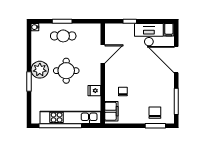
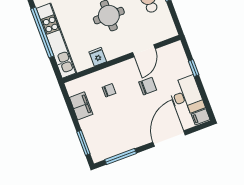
door: (103, 54) -> (144, 51), hinge flipped
filing cabinet: (111, 111) -> (81, 106), moved, turned -90
chair: (155, 113) -> (148, 86), moved

